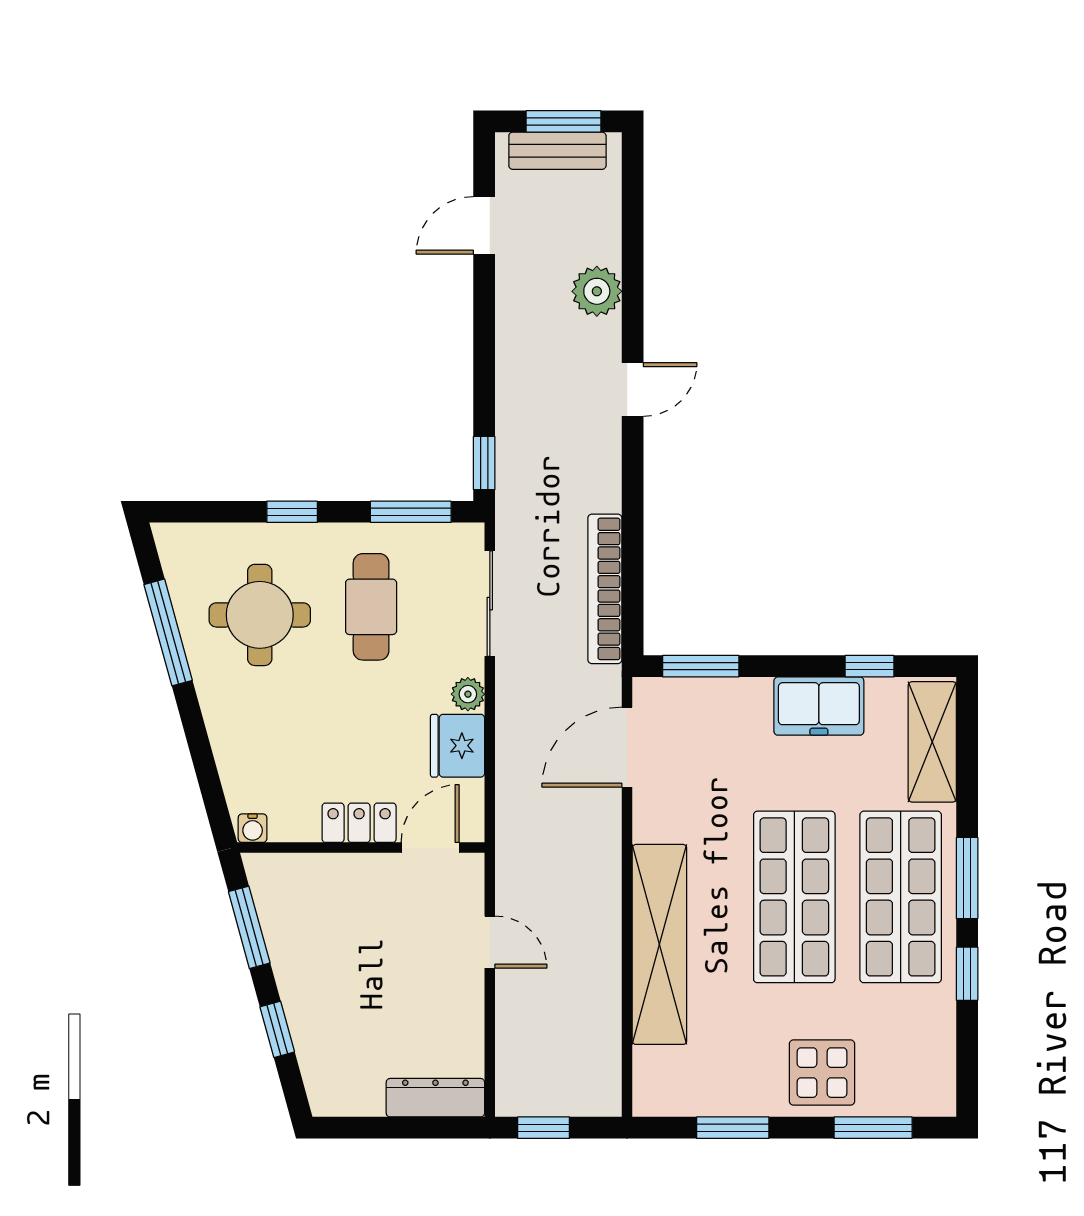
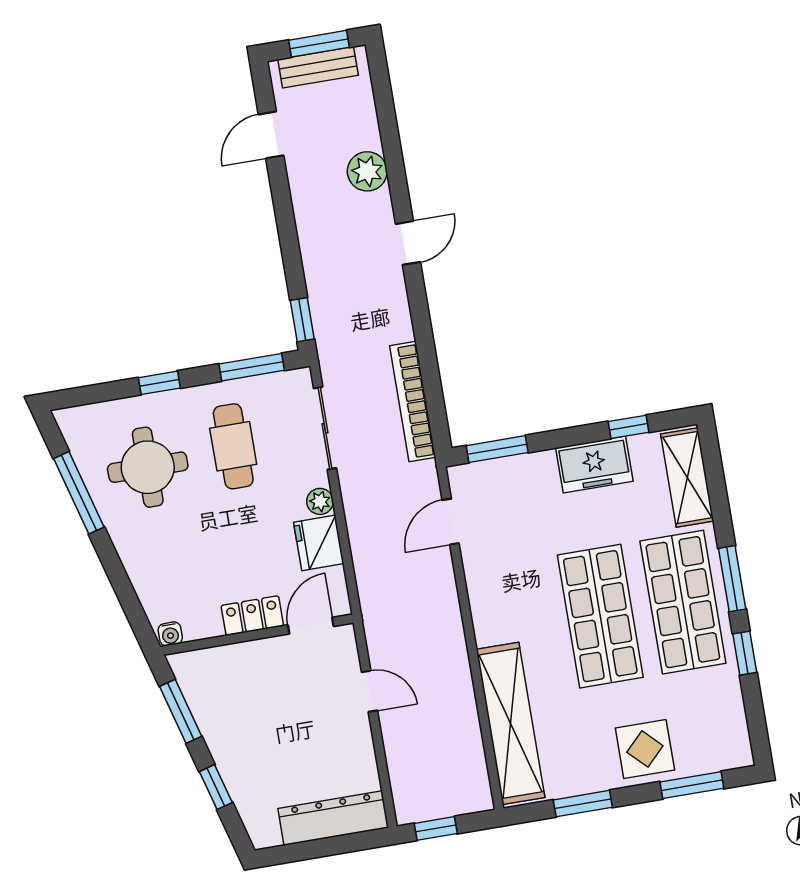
door: (627, 747) -> (451, 522), width x0.73
shelving: (659, 944) -> (511, 723), moved
dresser: (435, 1098) -> (333, 818), width x1.37, depth x1.24

